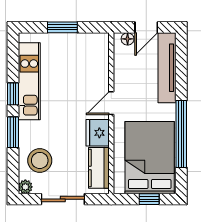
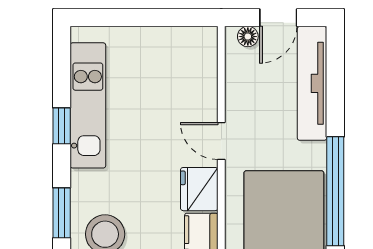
window: (62, 27) -> (142, 18), removed
door: (111, 103) -> (221, 141), hinge flipped
window: (13, 132) -> (62, 213), moved

